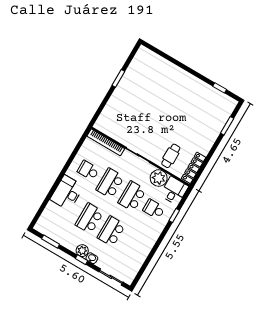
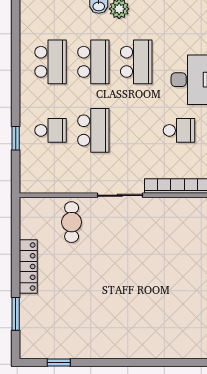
locker: (194, 168) -> (28, 267), moved
plant: (159, 178) -> (70, 179), removed
school desk: (110, 183) -> (51, 62), moved
desk: (174, 191) -> (37, 174), removed

